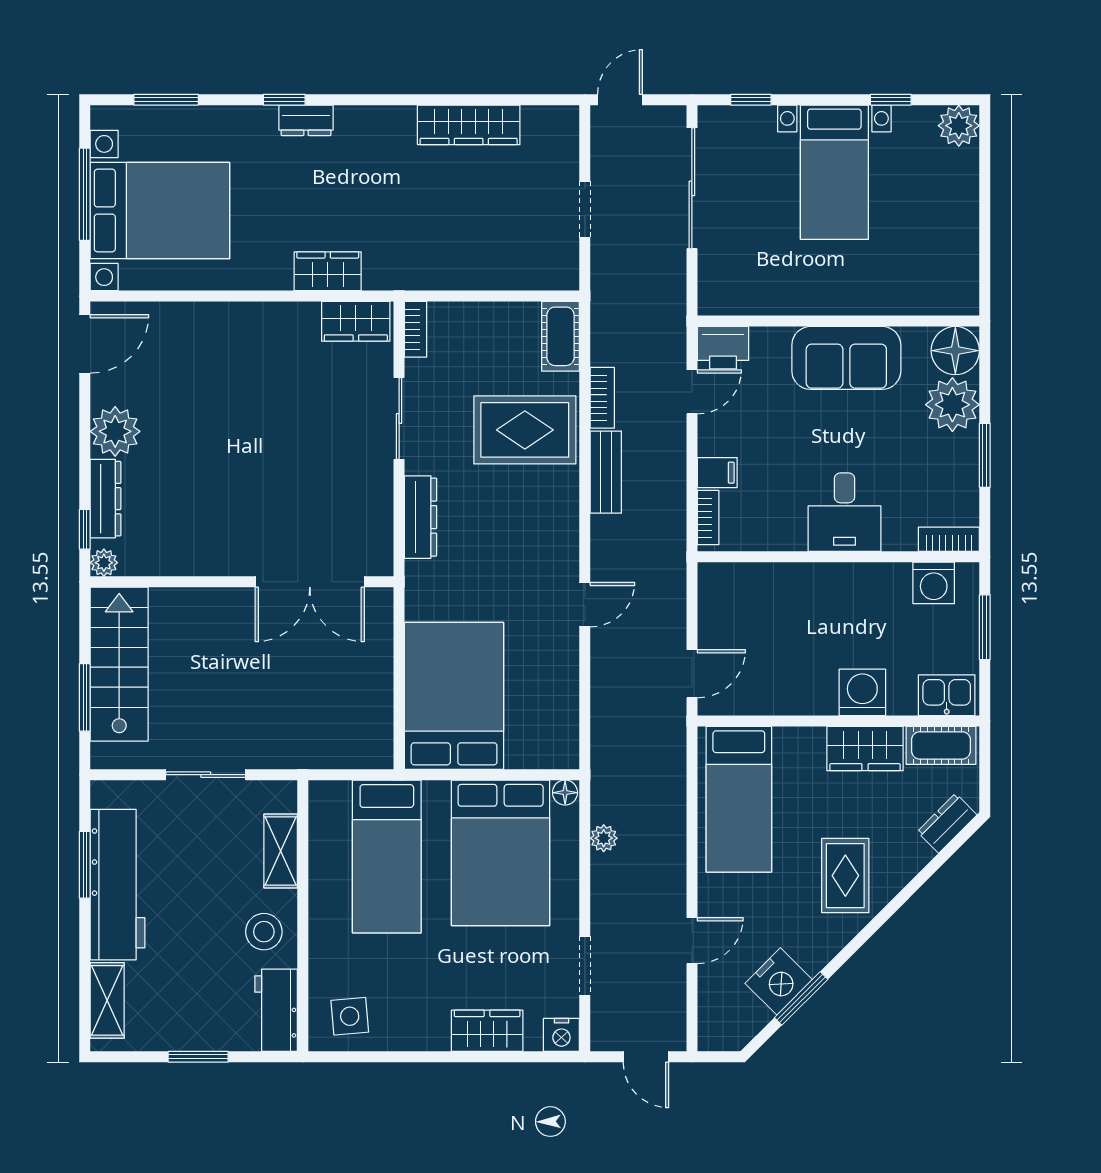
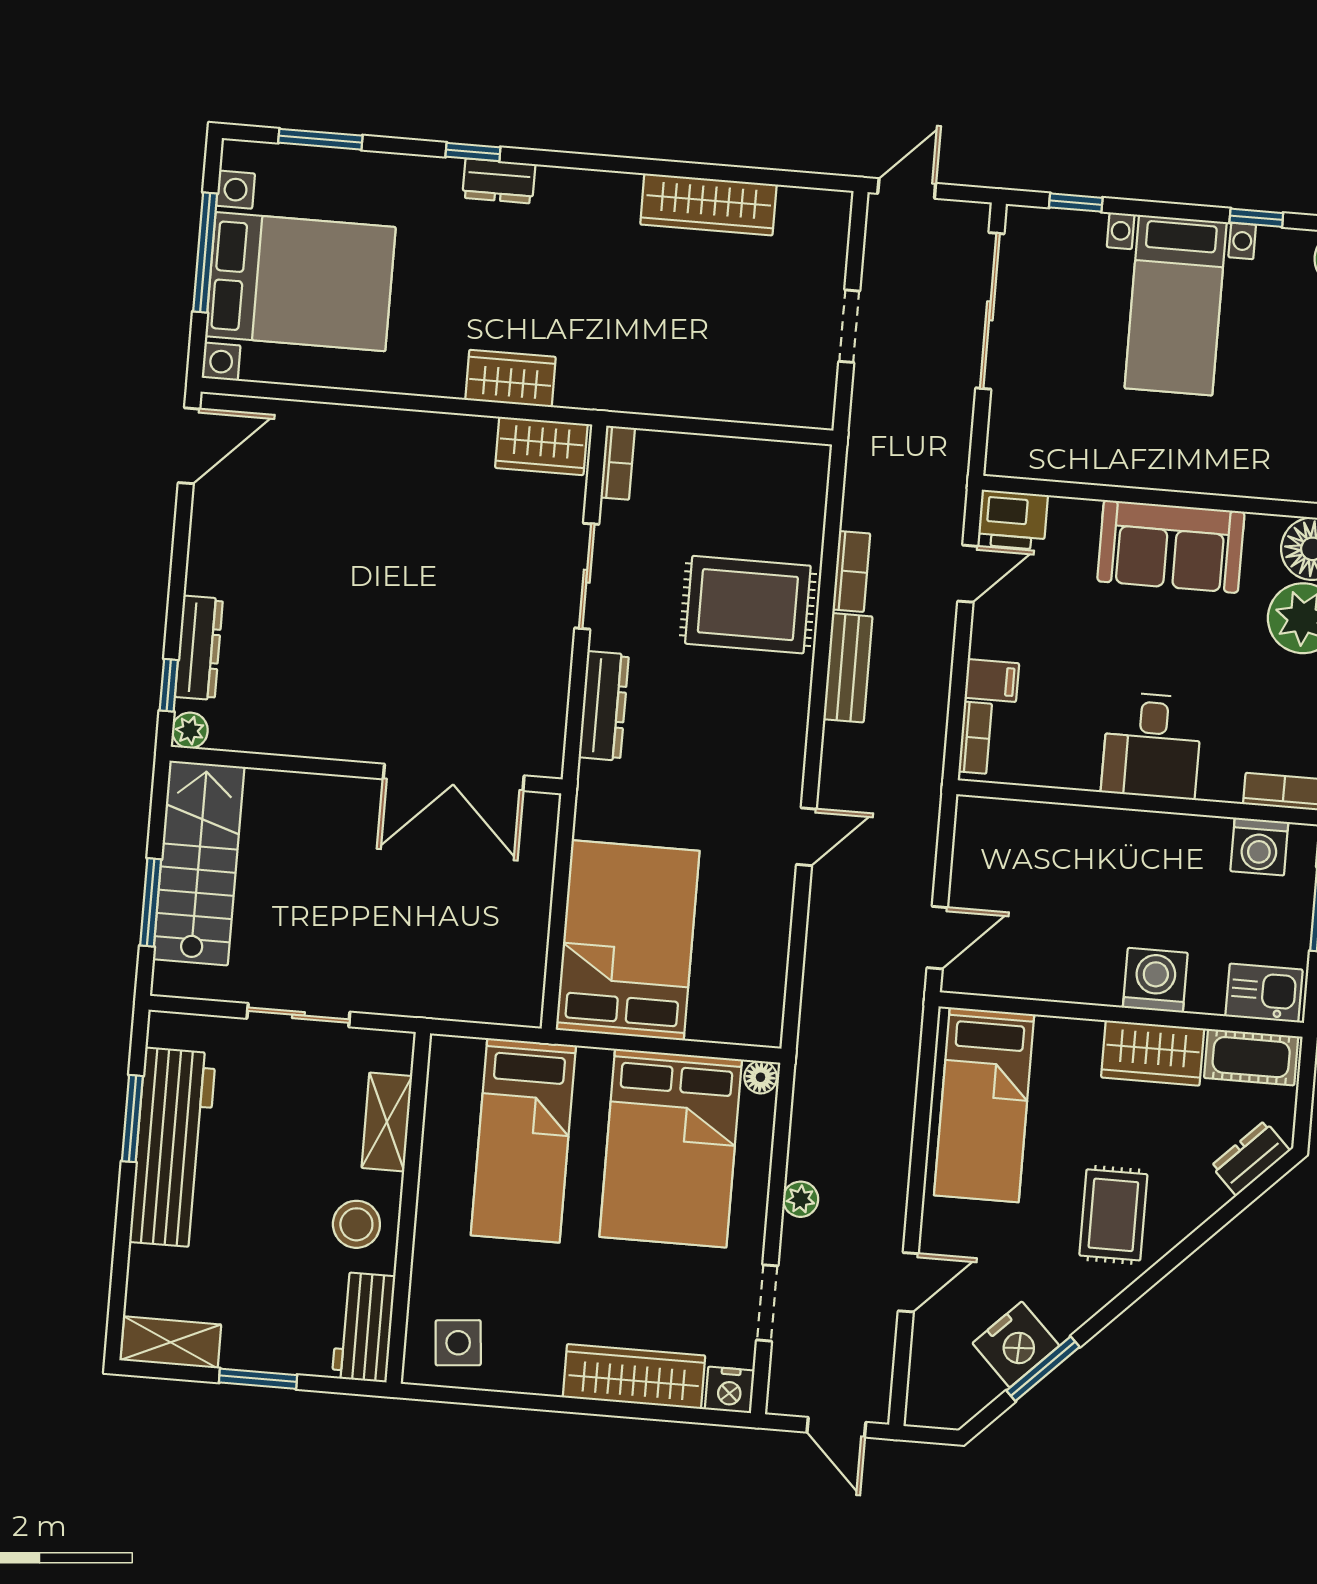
cot: (560, 336) -> (804, 488), removed
plant: (115, 431) -> (219, 562), removed
plant: (604, 838) -> (801, 1199), moved
shelving: (107, 1000) -> (171, 1342), moved, turned 90
wardrobe: (487, 1031) -> (634, 1376), width x1.50

